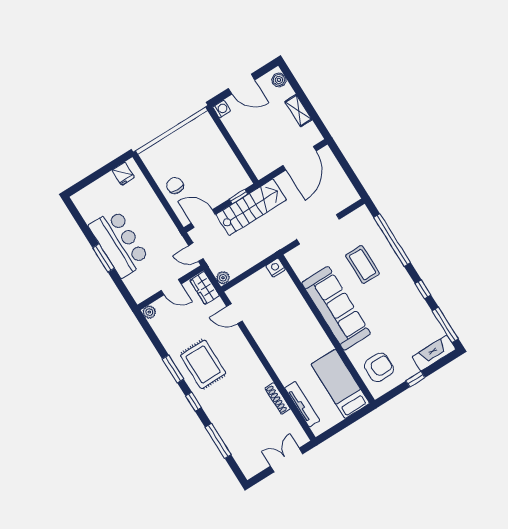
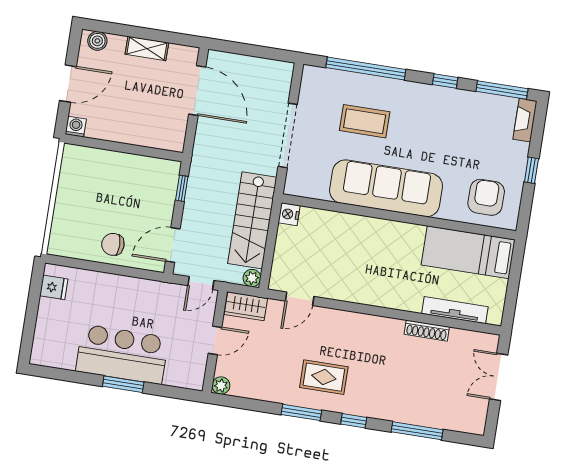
stairs: (251, 207) -> (252, 220), moved, turned 180
fireplace: (434, 353) -> (525, 120), width x0.73, depth x0.76
rug: (203, 364) -> (324, 377), width x0.73, depth x0.70

